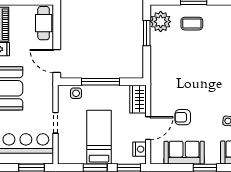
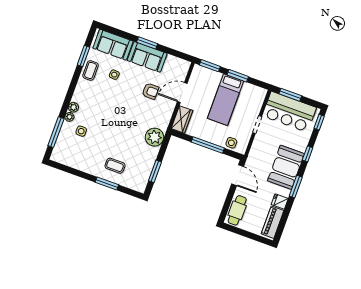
plant: (161, 22) -> (154, 137), moved
nightstand: (140, 149) -> (196, 78), removed
sofa: (184, 153) -> (147, 57), moved

